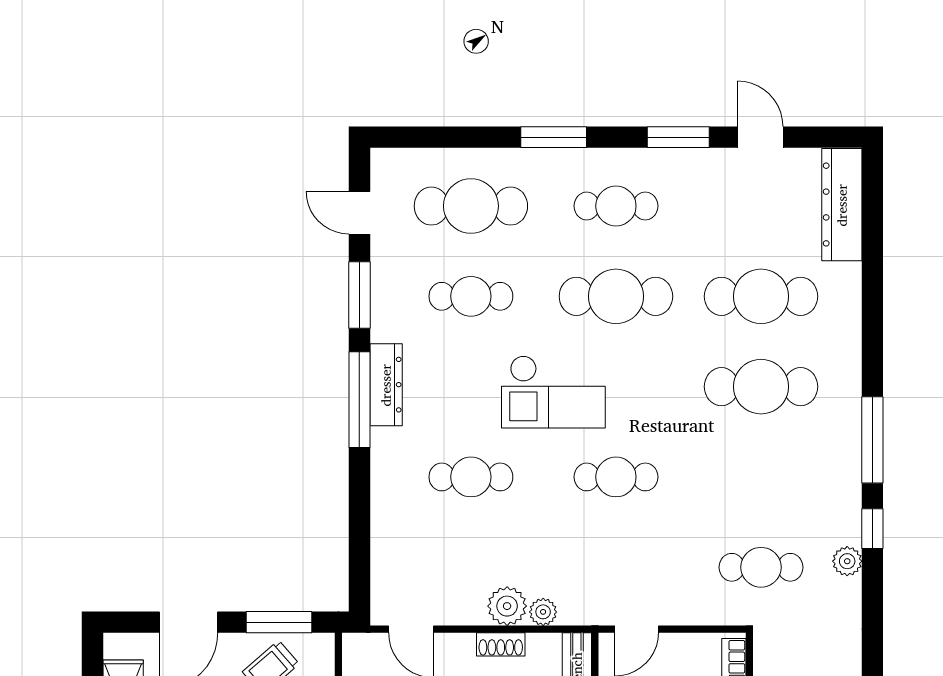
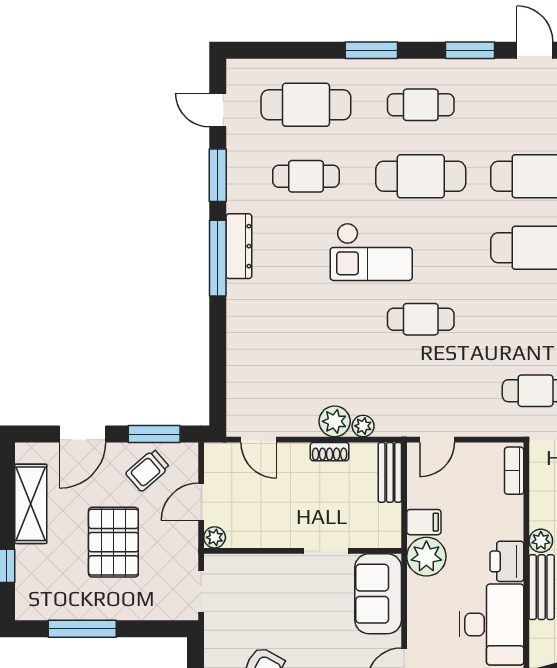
cafe table: (471, 477) -> (306, 319), removed

